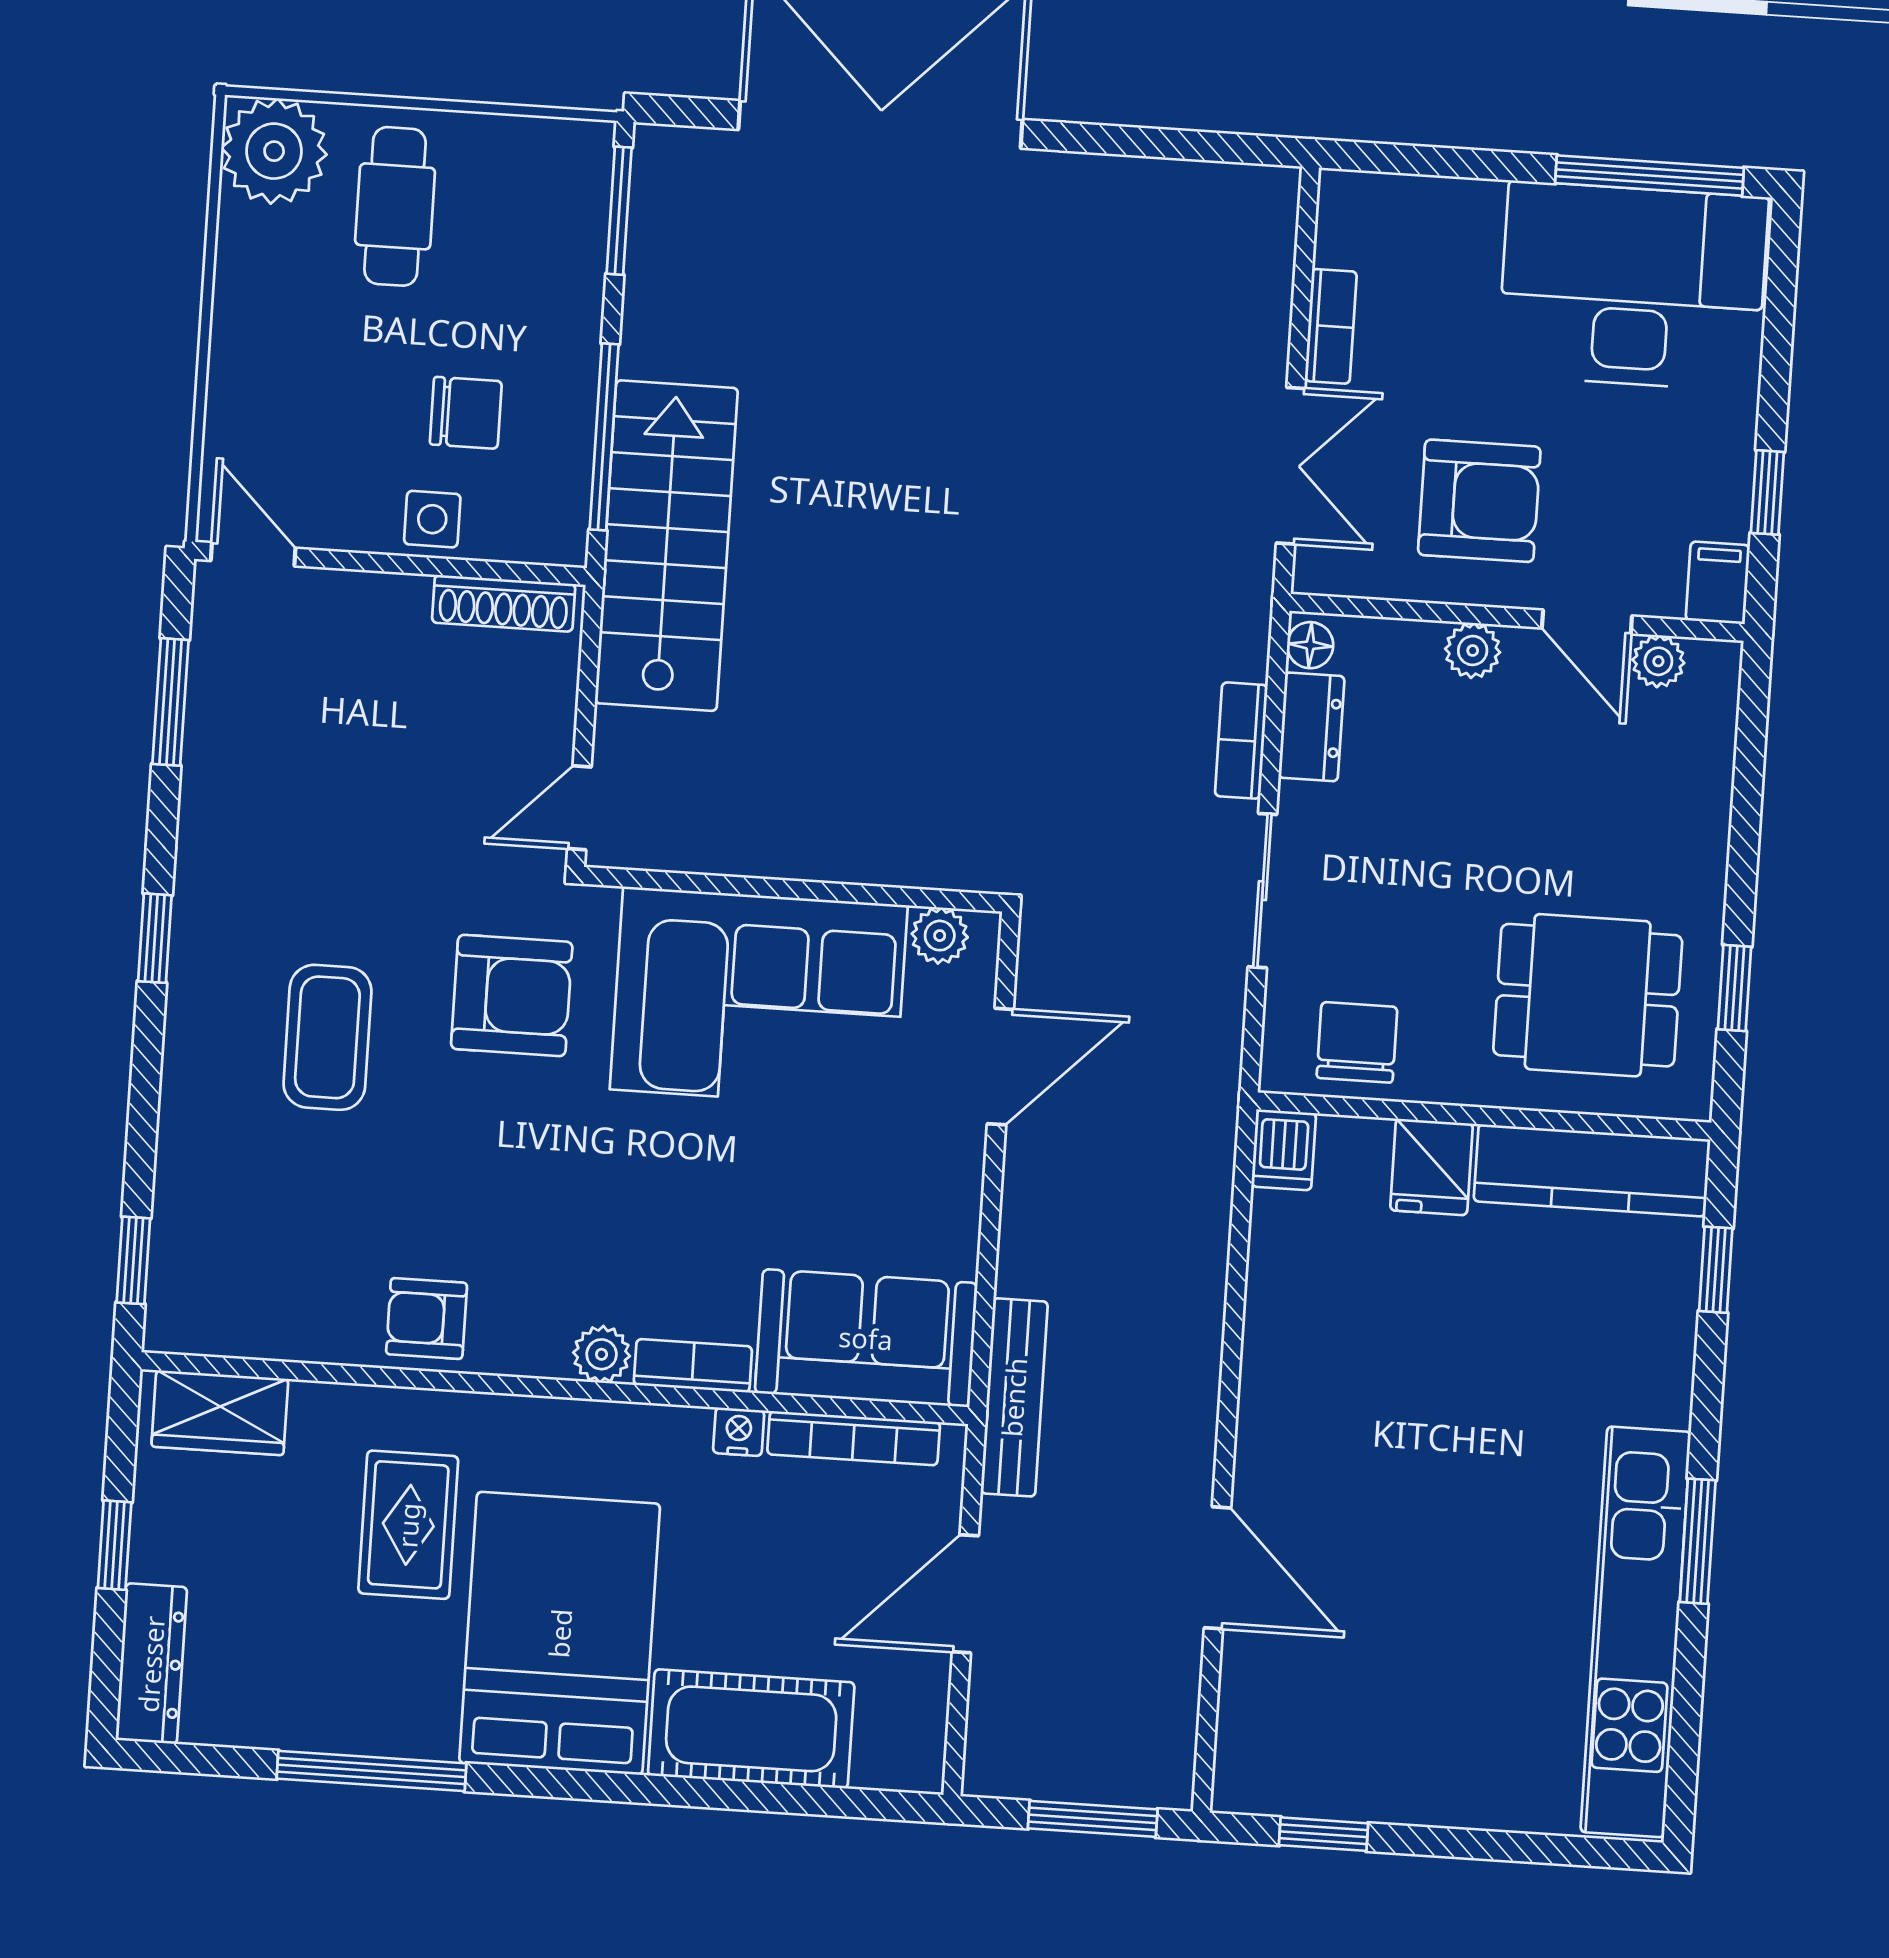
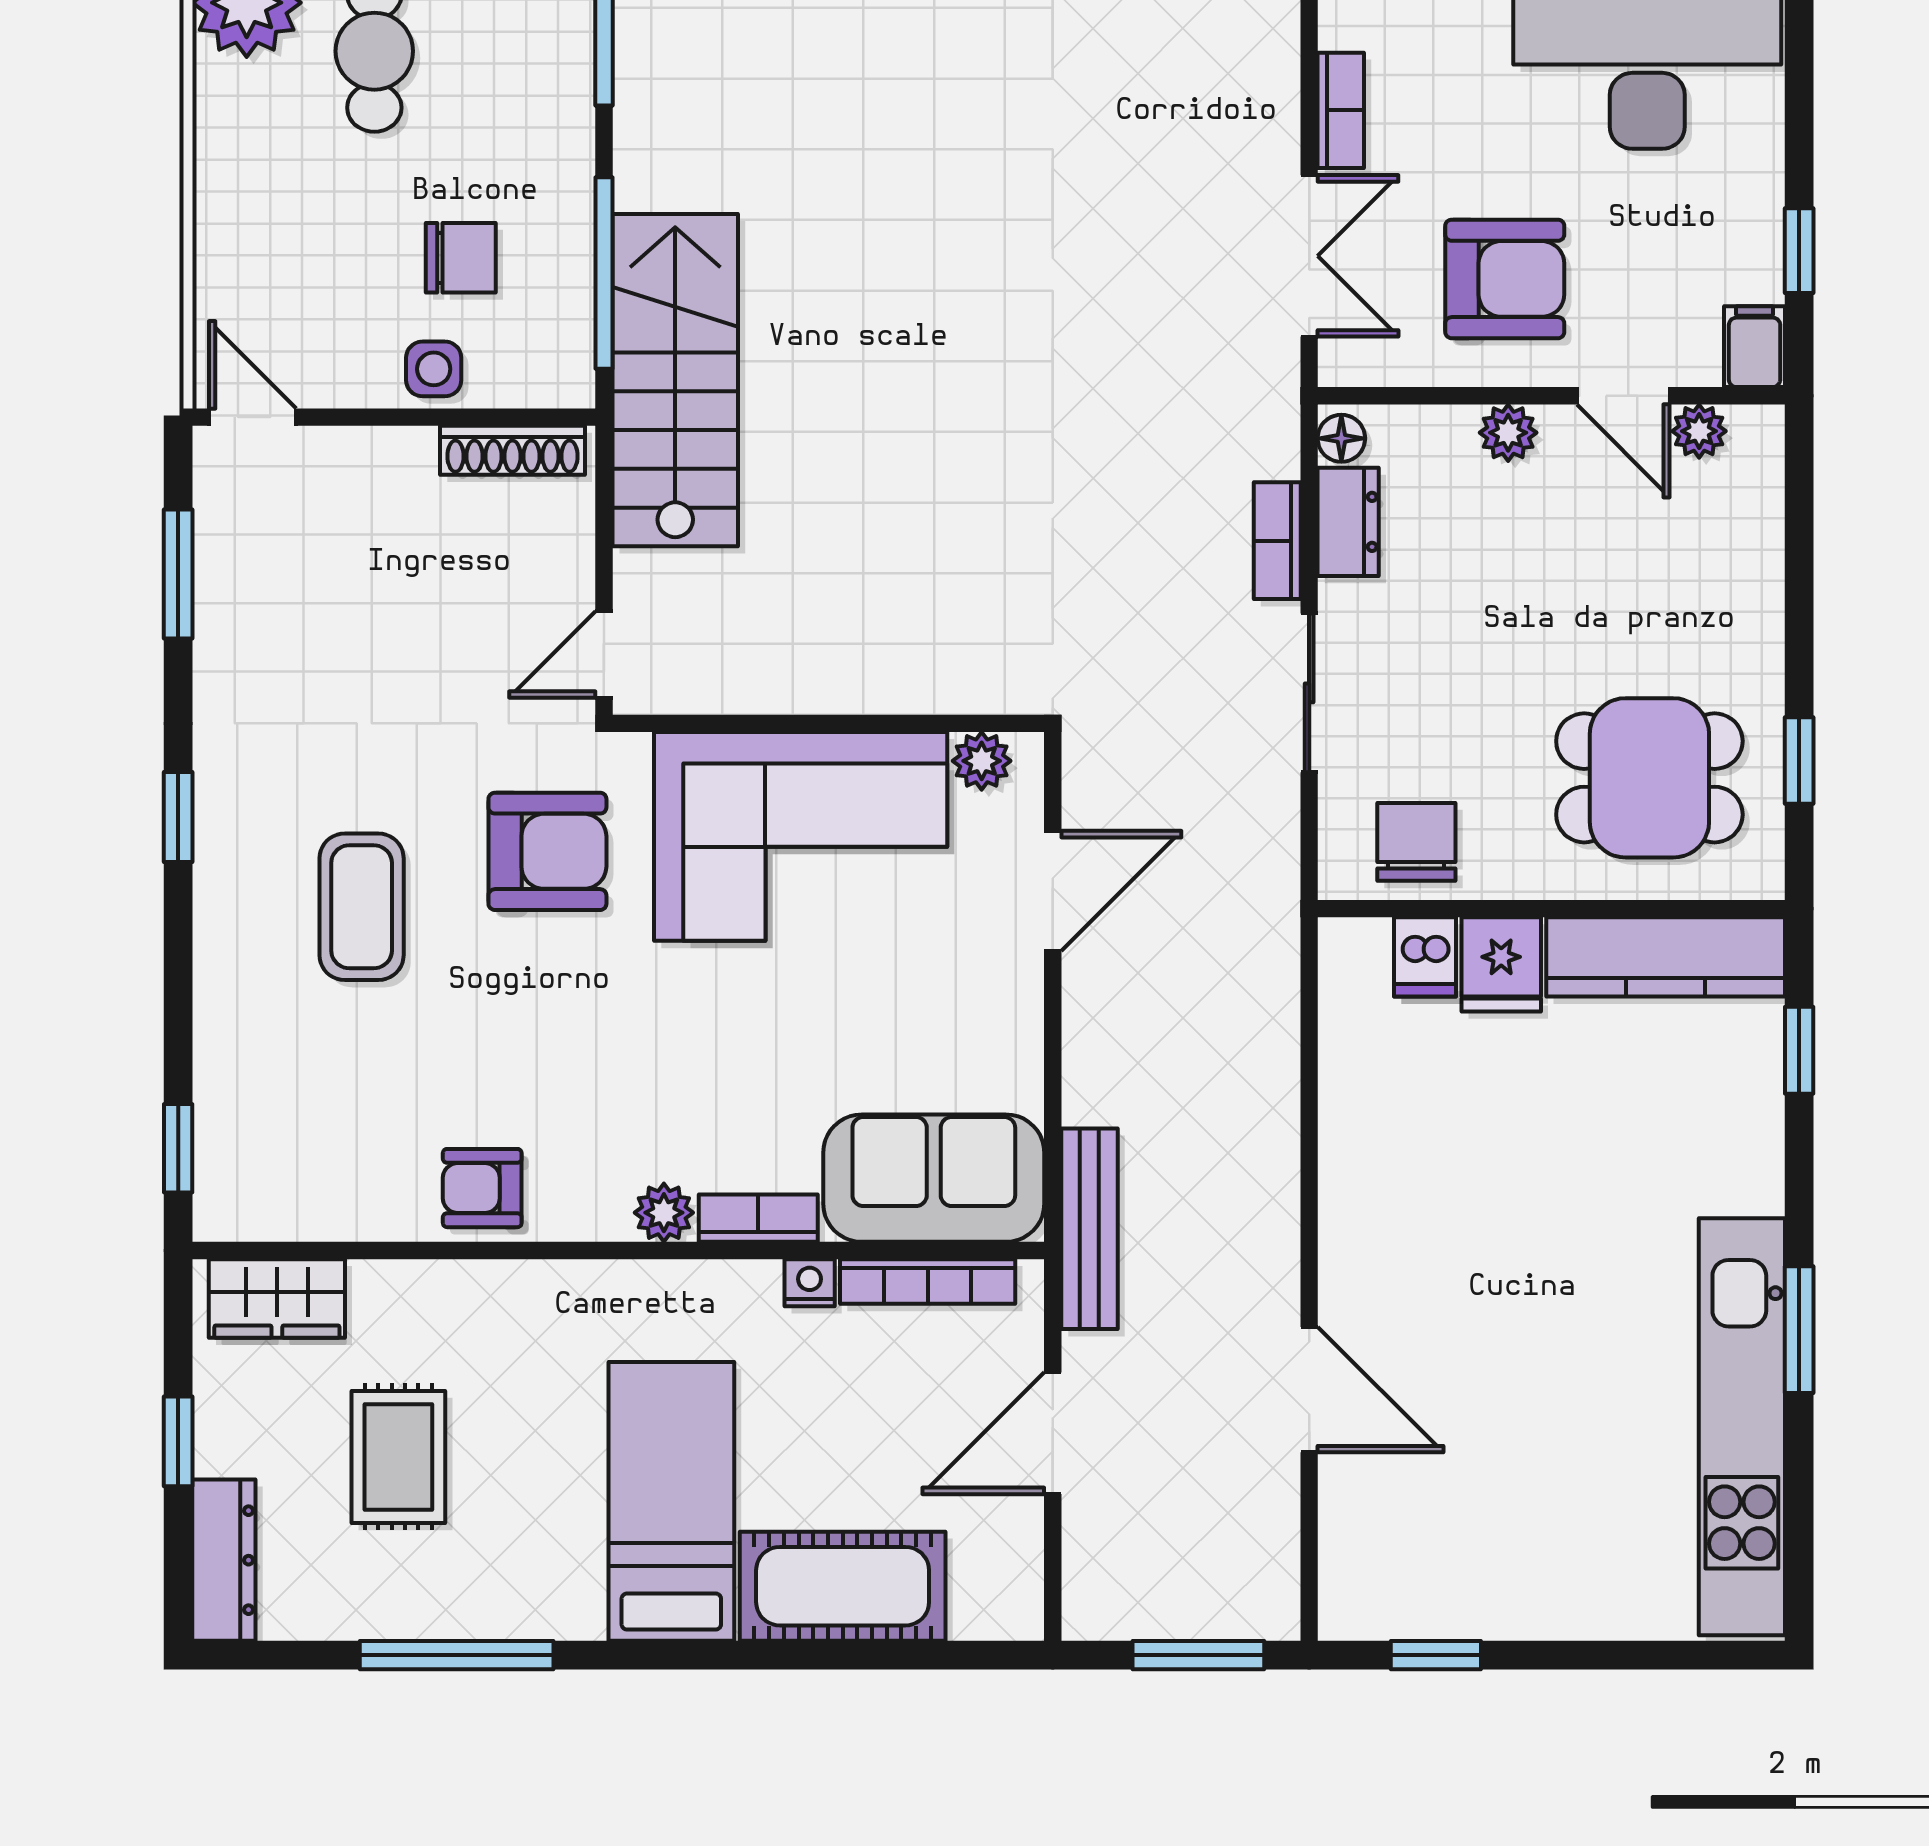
dishwasher: (1284, 1150) -> (1425, 957), moved
rug: (408, 1525) -> (398, 1457), moved
bed: (560, 1633) -> (671, 1501), width x0.67

